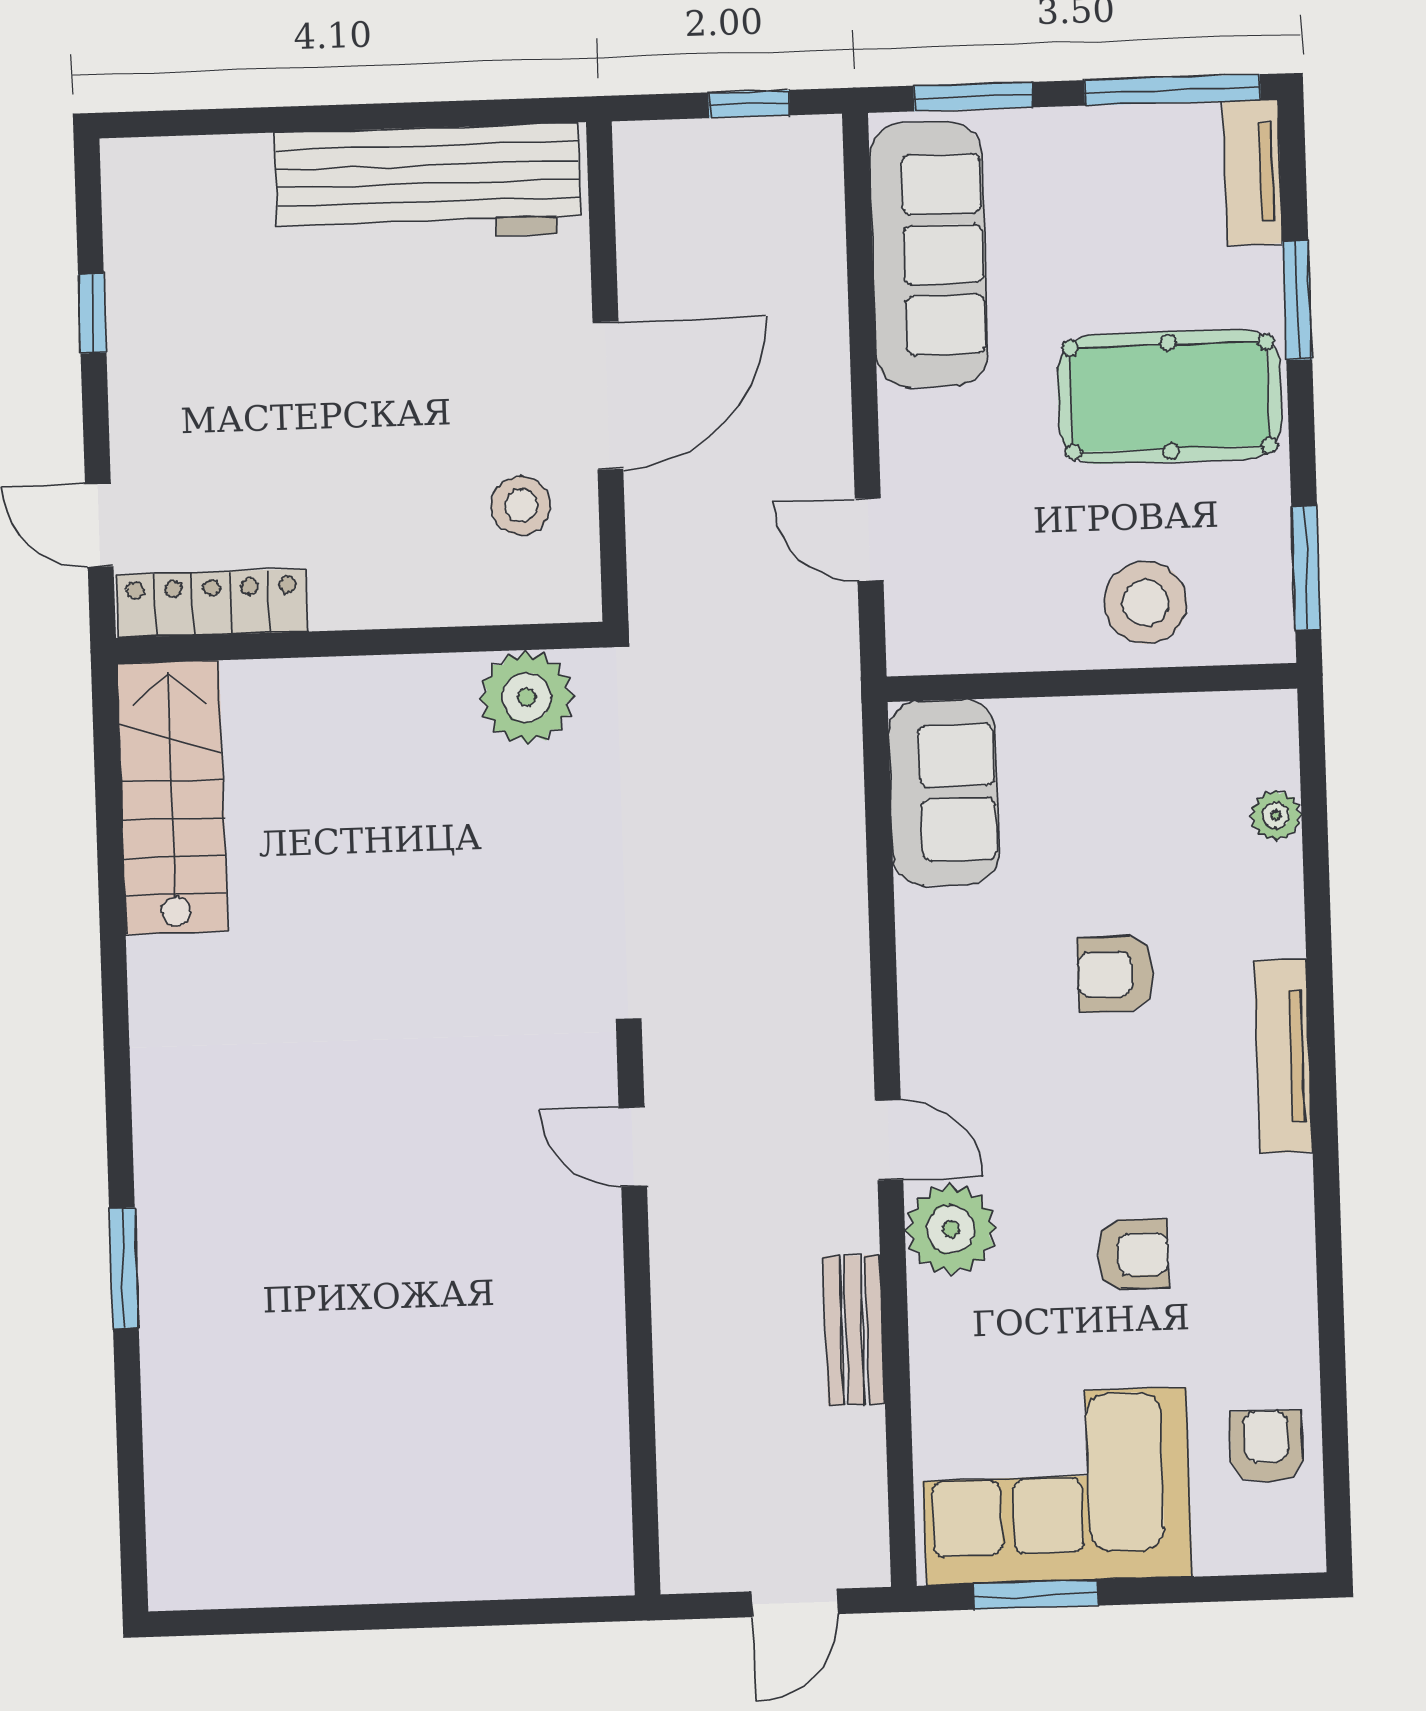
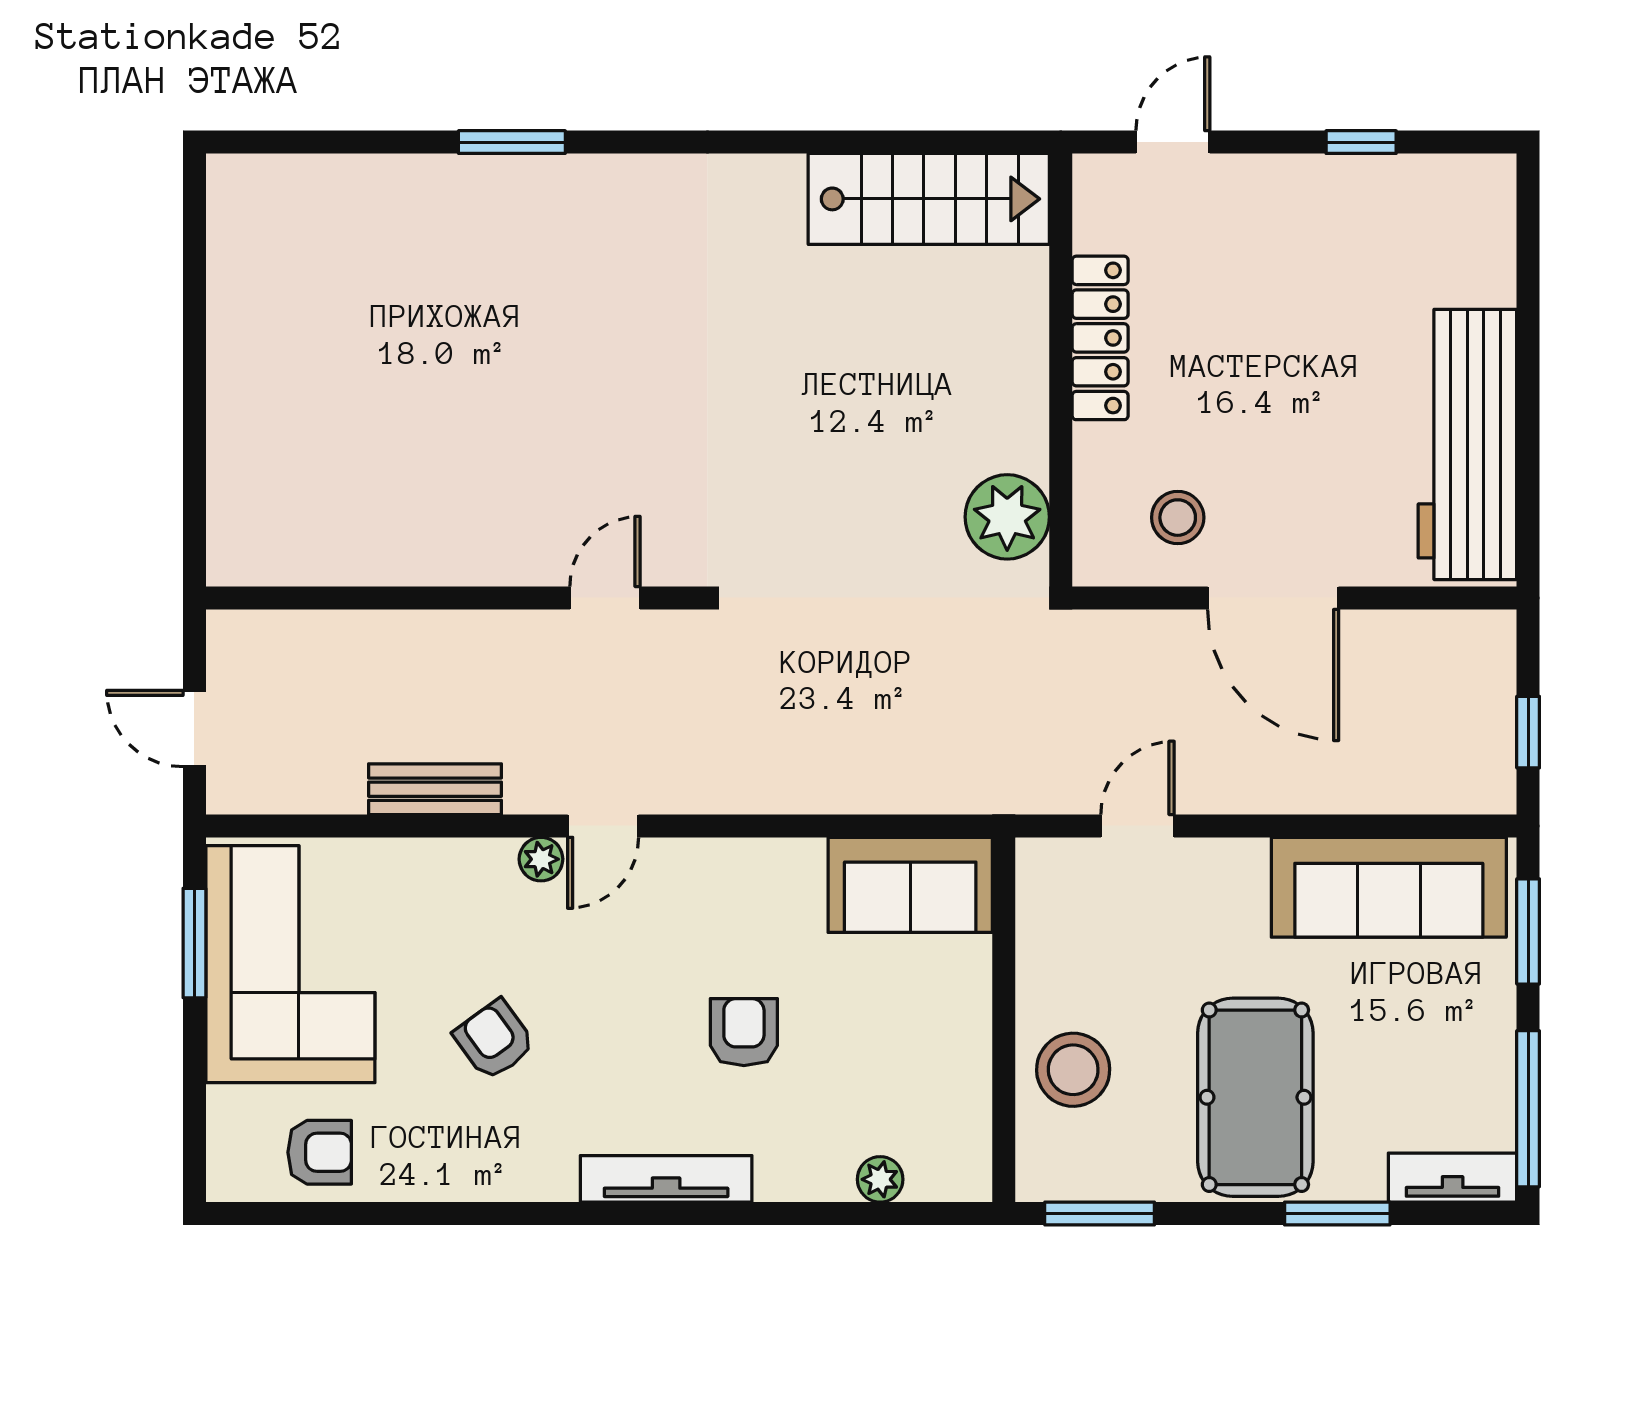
locker: (212, 603) -> (1100, 338), moved
plant: (951, 1229) -> (541, 859), width x0.53, depth x0.53
armchair: (1133, 1254) -> (494, 1040), turned 144

